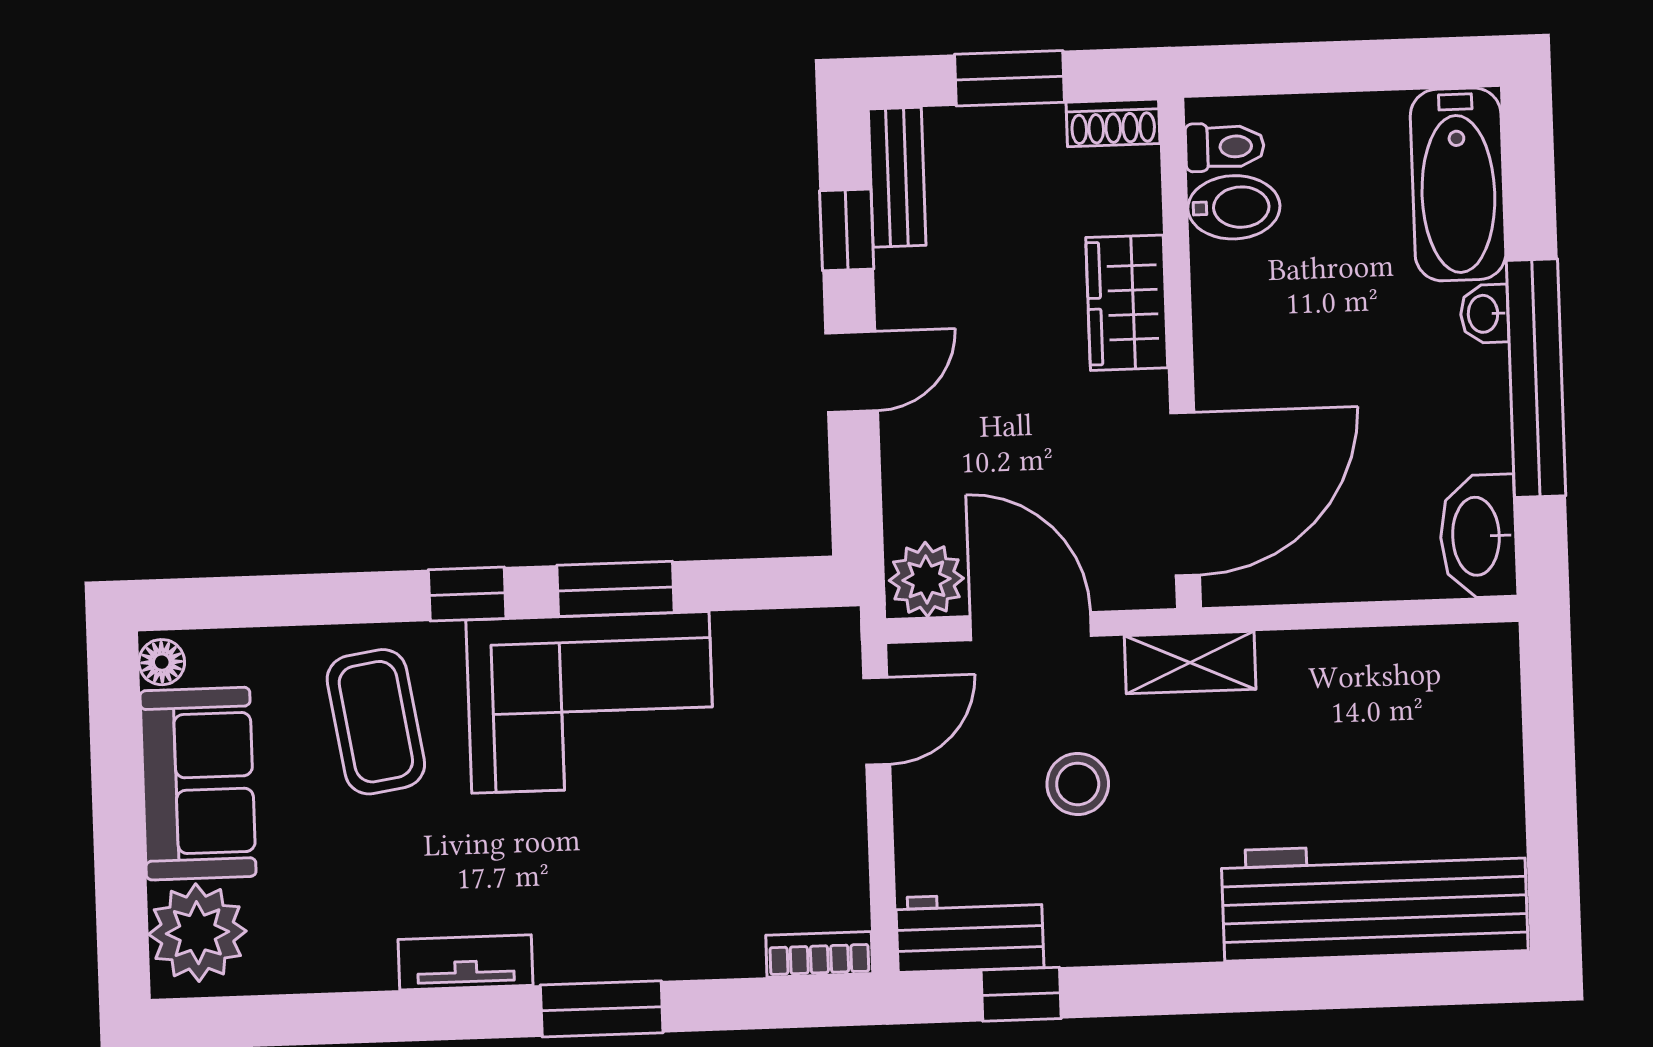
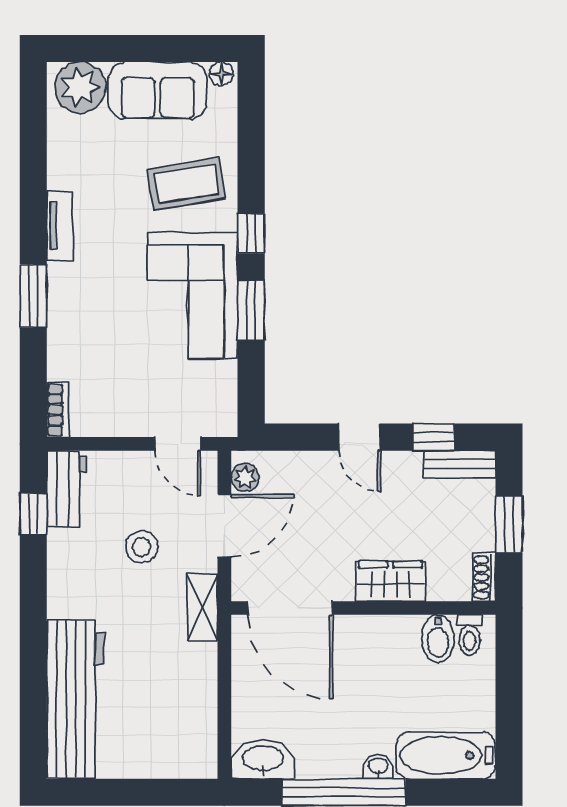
plant: (926, 579) -> (245, 477), width x0.73, depth x0.73

